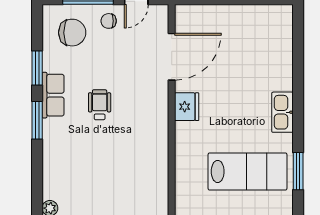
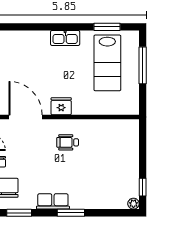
window: (37, 68) -> (19, 213), moved
wheelchair: (100, 105) -> (68, 142), moved
lab bench: (248, 171) -> (107, 63), turned 180

